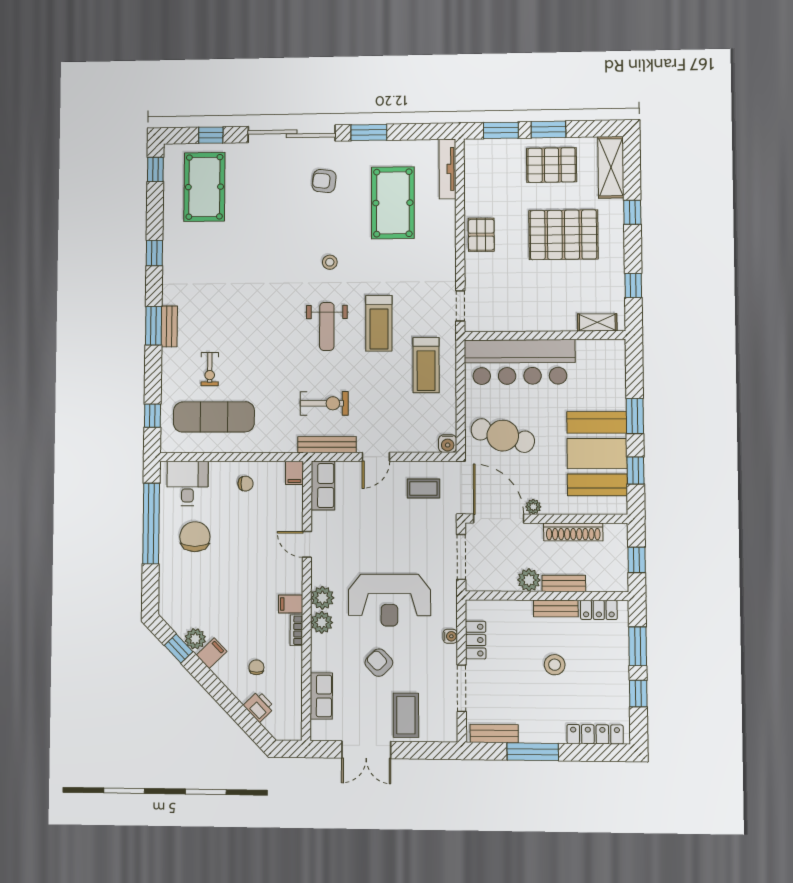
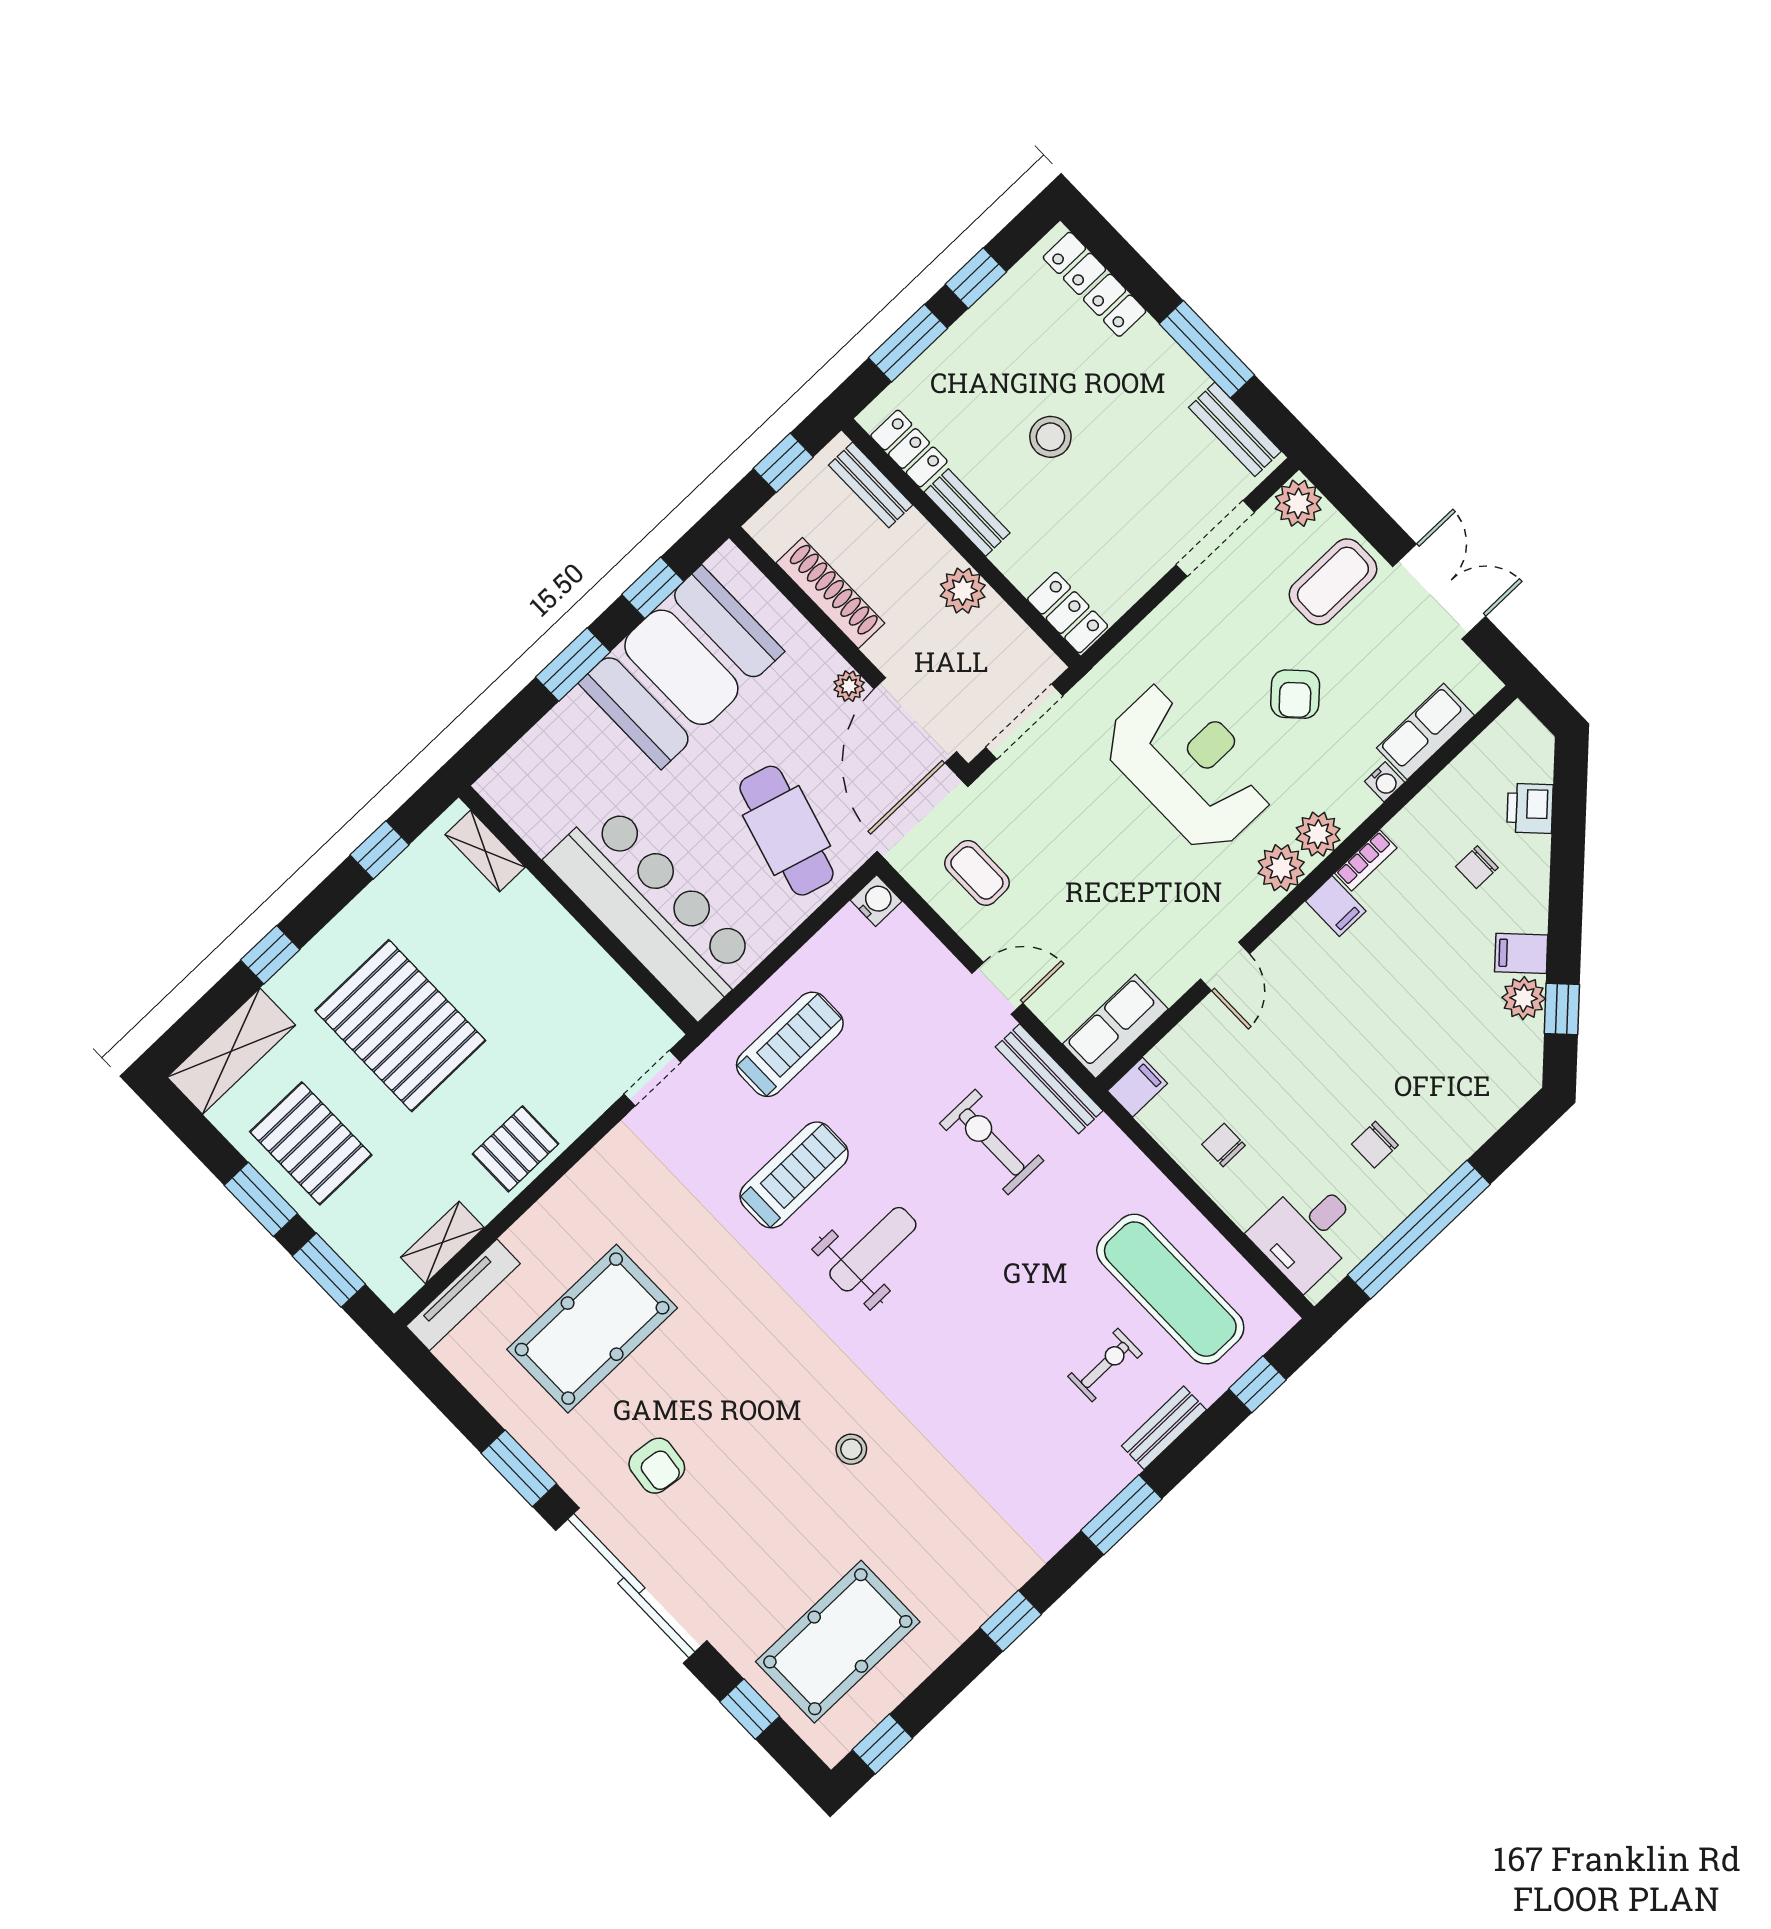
shelving: (473, 179) -> (442, 1242), added
stool: (330, 262) -> (851, 1449), moved
bench: (169, 326) -> (1164, 1428), moved
chair: (195, 537) -> (1375, 1145), width x0.54, depth x0.54
bench: (564, 583) -> (871, 485), moved
water cooler: (450, 636) -> (1385, 782), moved, turned 180
locker: (476, 640) -> (1068, 613), moved, turned 90
plant: (446, 730) -> (1298, 503), added

